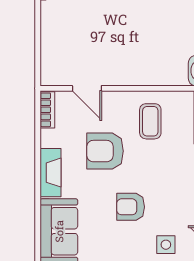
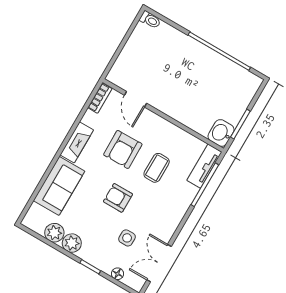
coffee table: (150, 121) -> (157, 168), moved
armchair: (105, 151) -> (123, 149), turned -91

